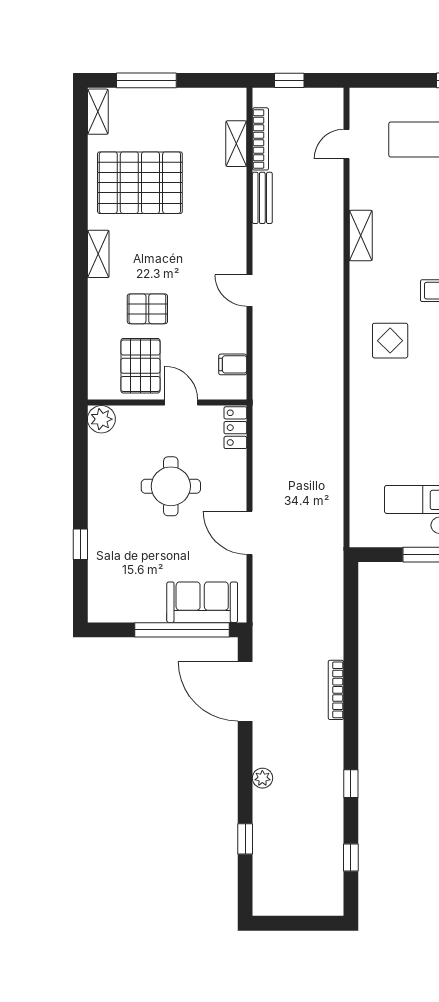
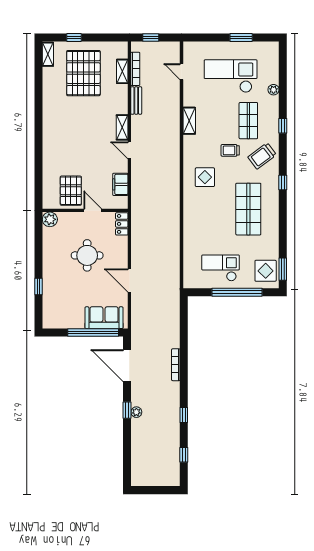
window: (146, 80) -> (74, 37), width x0.46
door: (347, 144) -> (181, 72), hinge flipped
pallet: (140, 183) -> (83, 73), moved, turned 90
shelving: (98, 254) -> (122, 127), moved
pallet: (147, 309) -> (75, 160), removed
filing cabinet: (233, 364) -> (120, 184), width x2.00
window: (245, 839) -> (127, 410), moved

